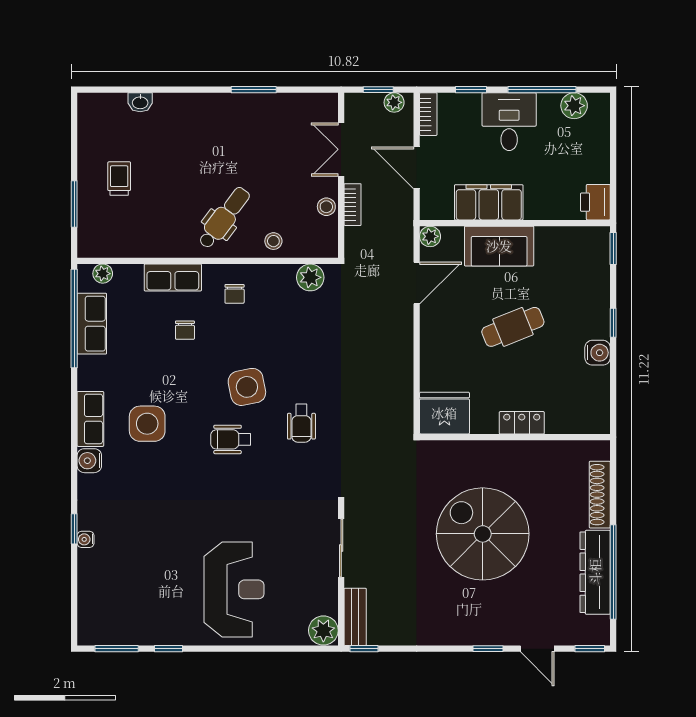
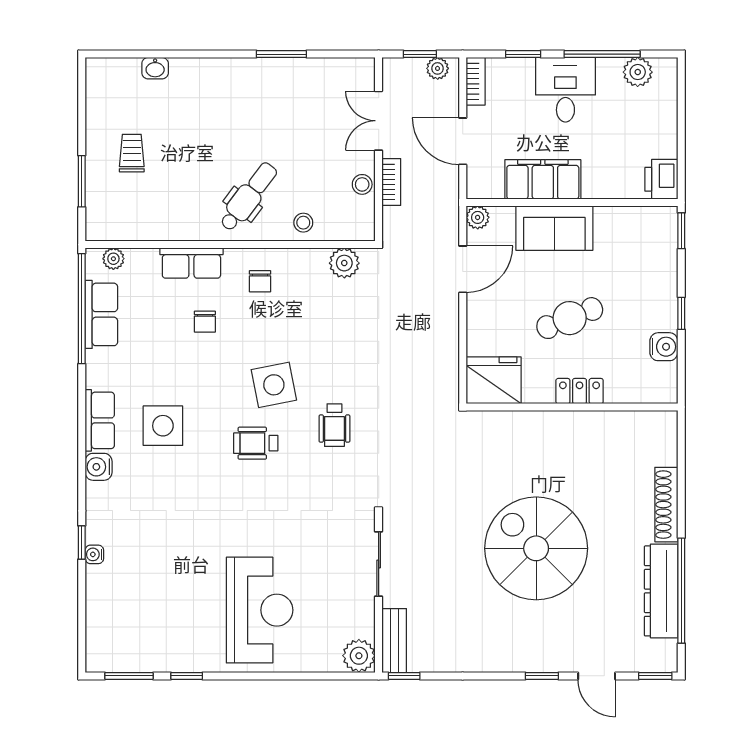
fridge: (444, 413) -> (494, 380), moved
locker: (522, 423) -> (580, 391), moved
wall: (515, 437) -> (572, 407), moved

